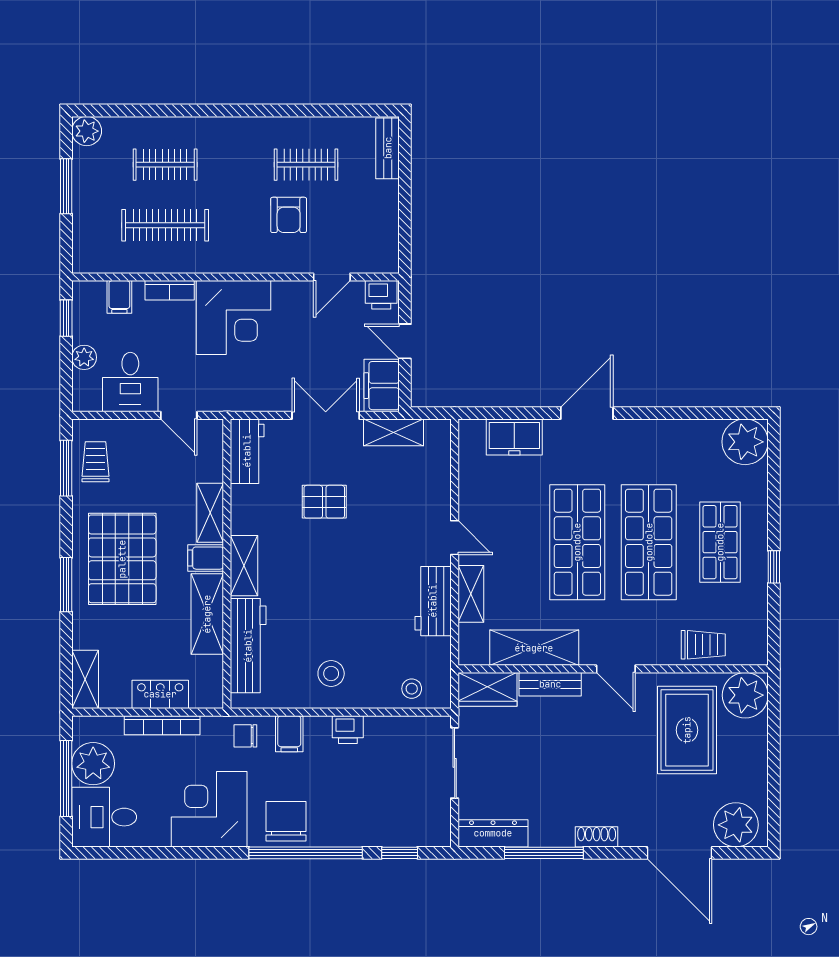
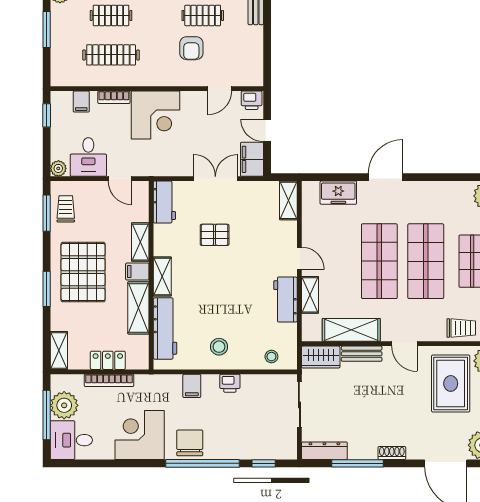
plant: (84, 357) -> (58, 168), moved
shelving: (394, 432) -> (288, 200), moved, turned 90
chair: (245, 736) -> (163, 387), removed

